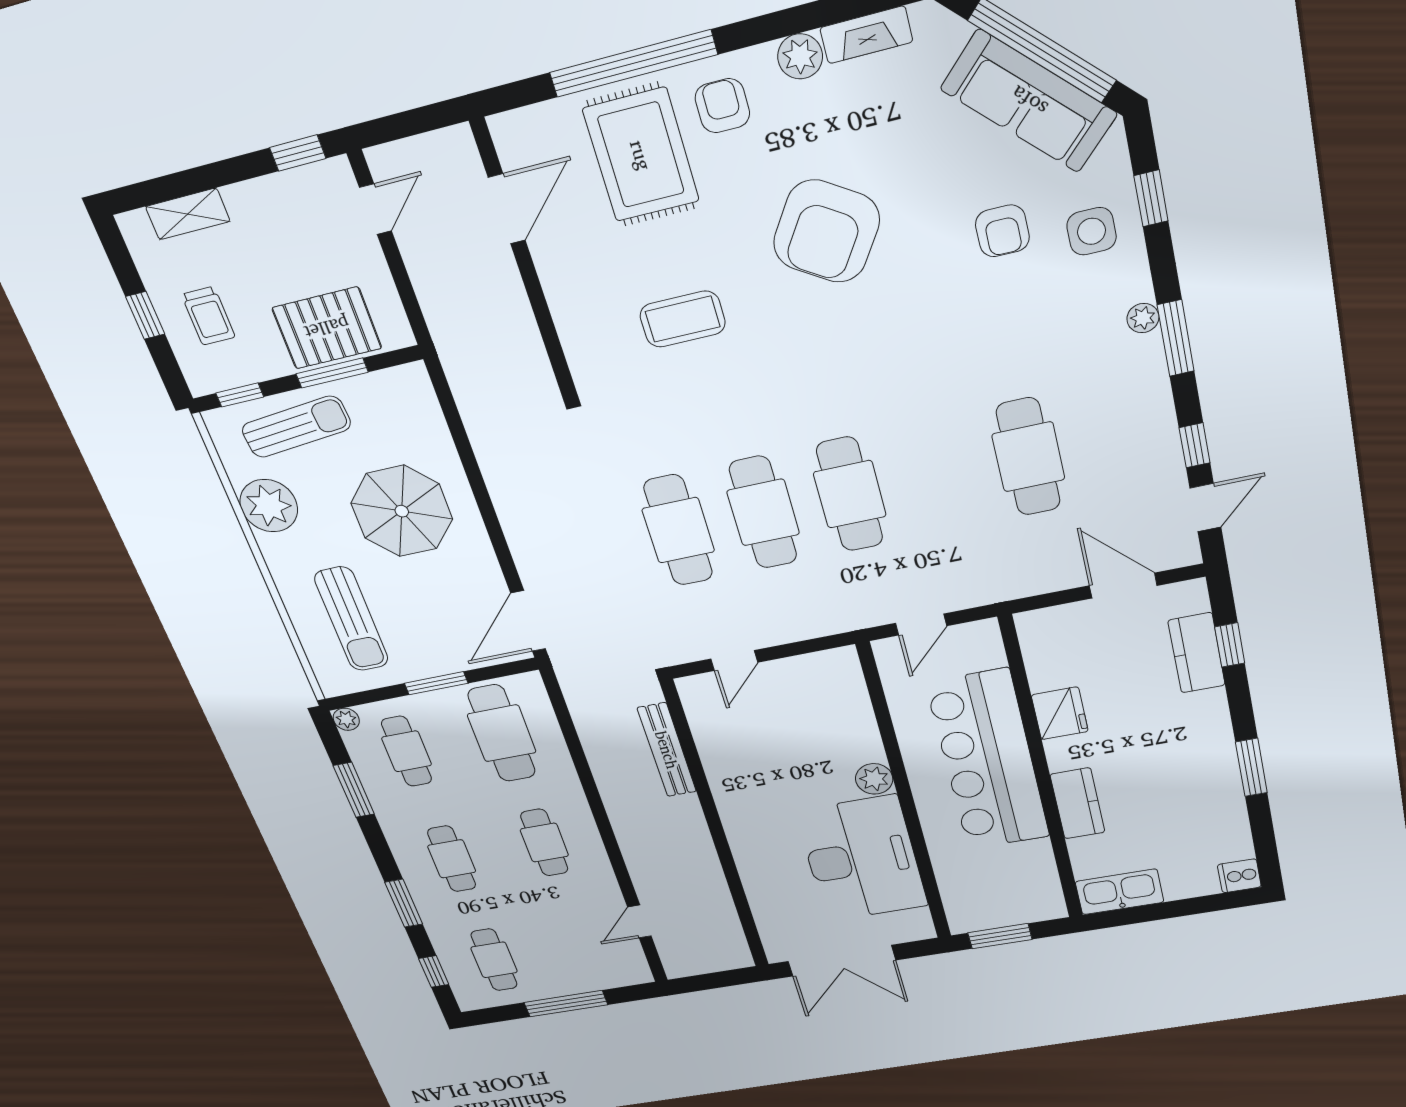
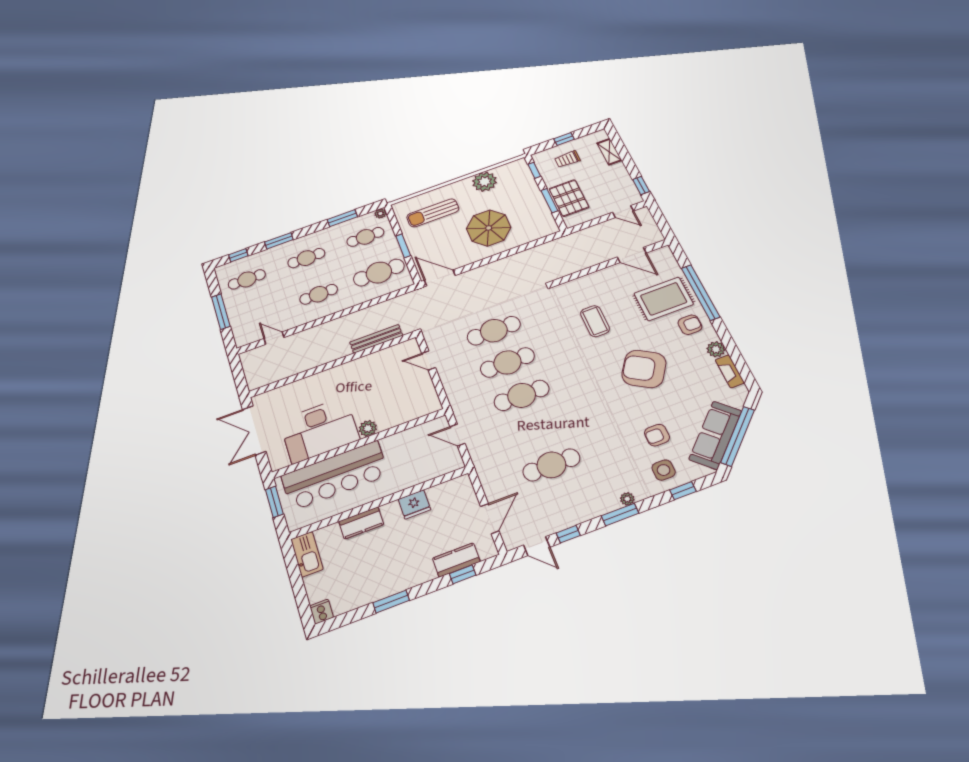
sun lounger: (296, 427) -> (523, 190), removed
bar counter: (988, 761) -> (335, 475), moved, turned 180

